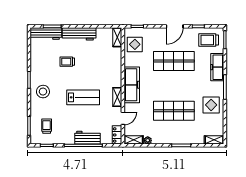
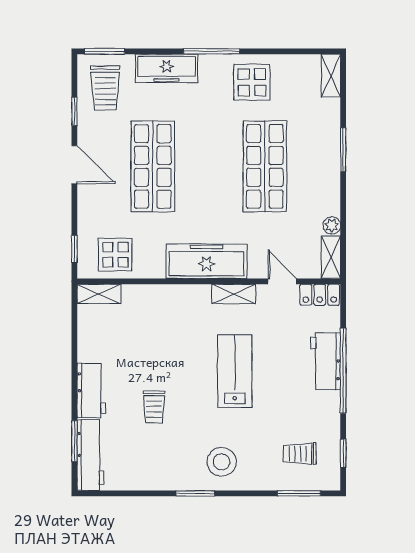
workbench: (79, 34) -> (91, 391), width x0.73

